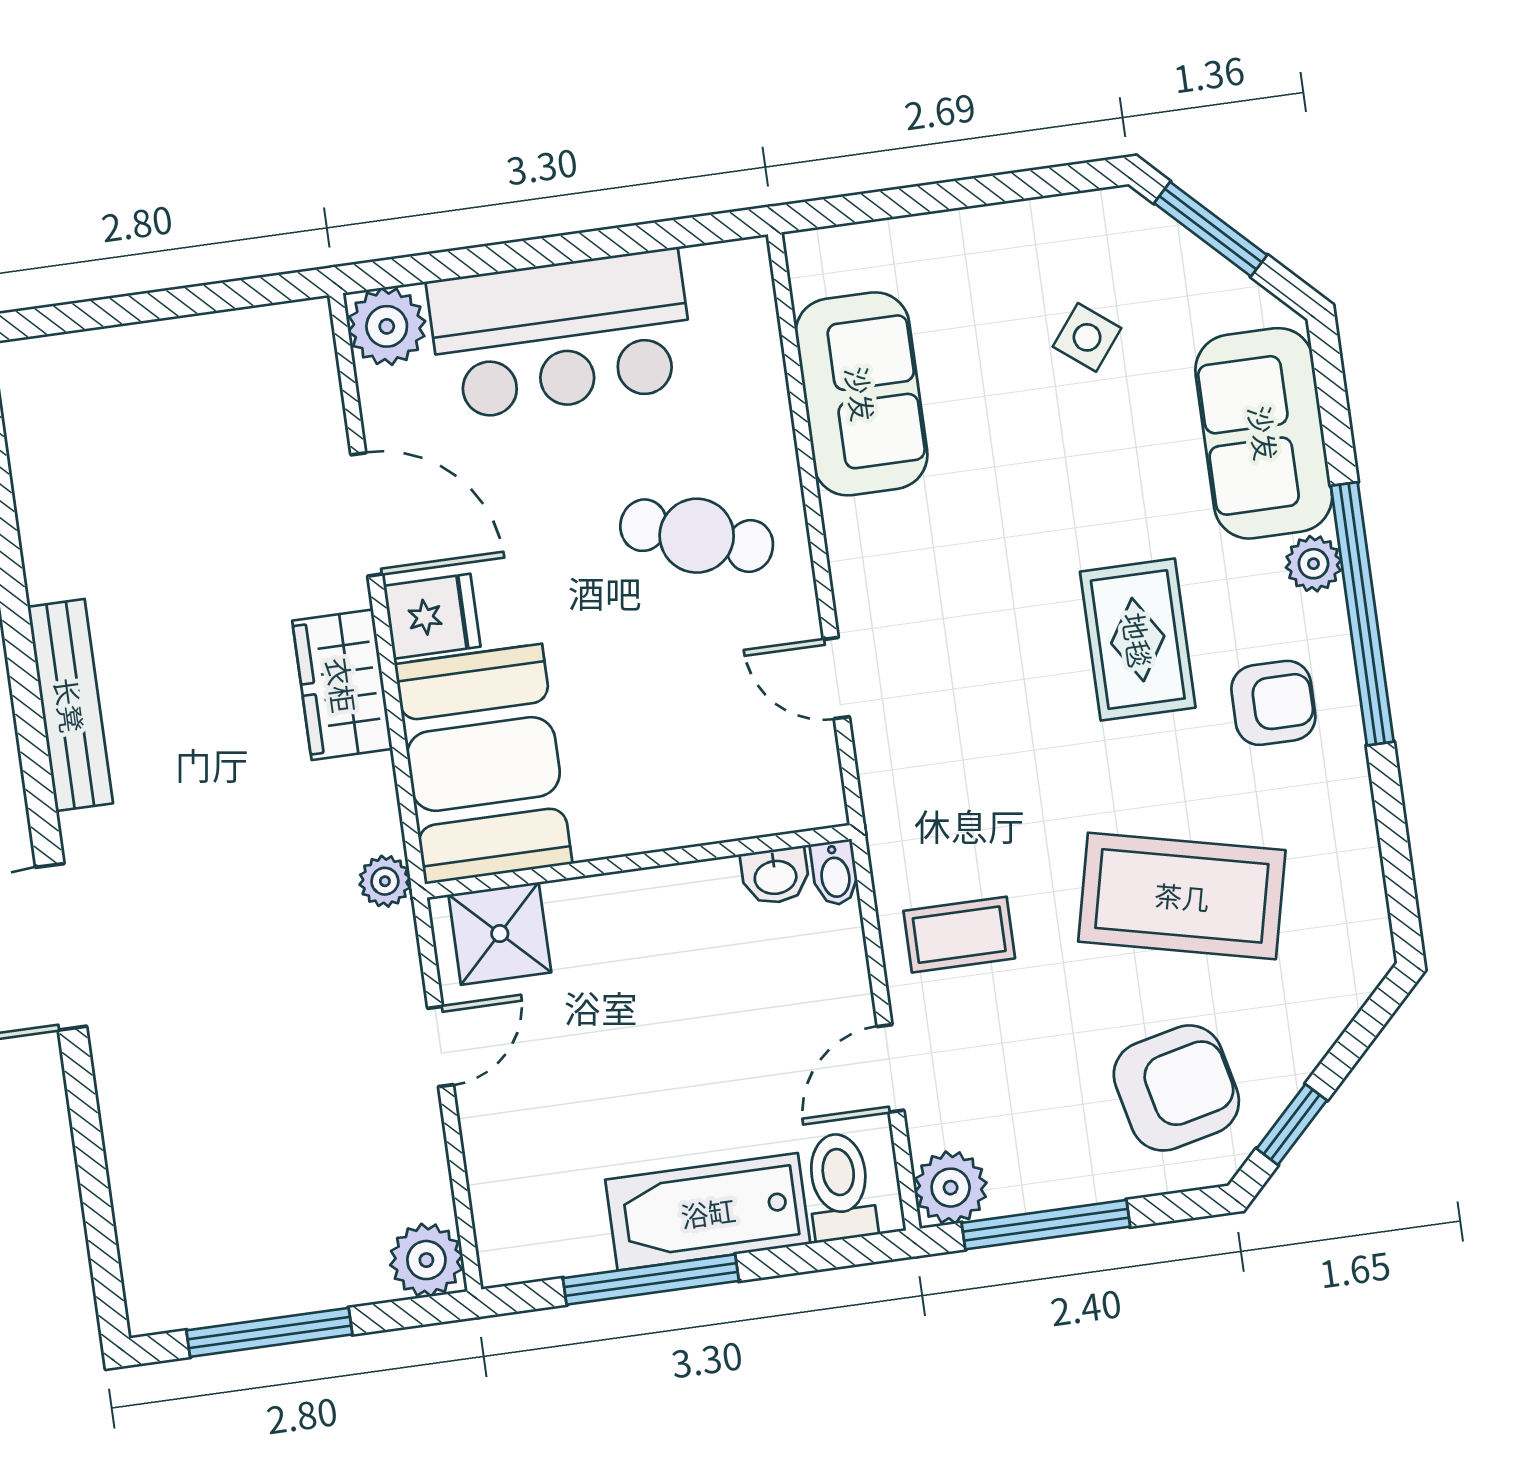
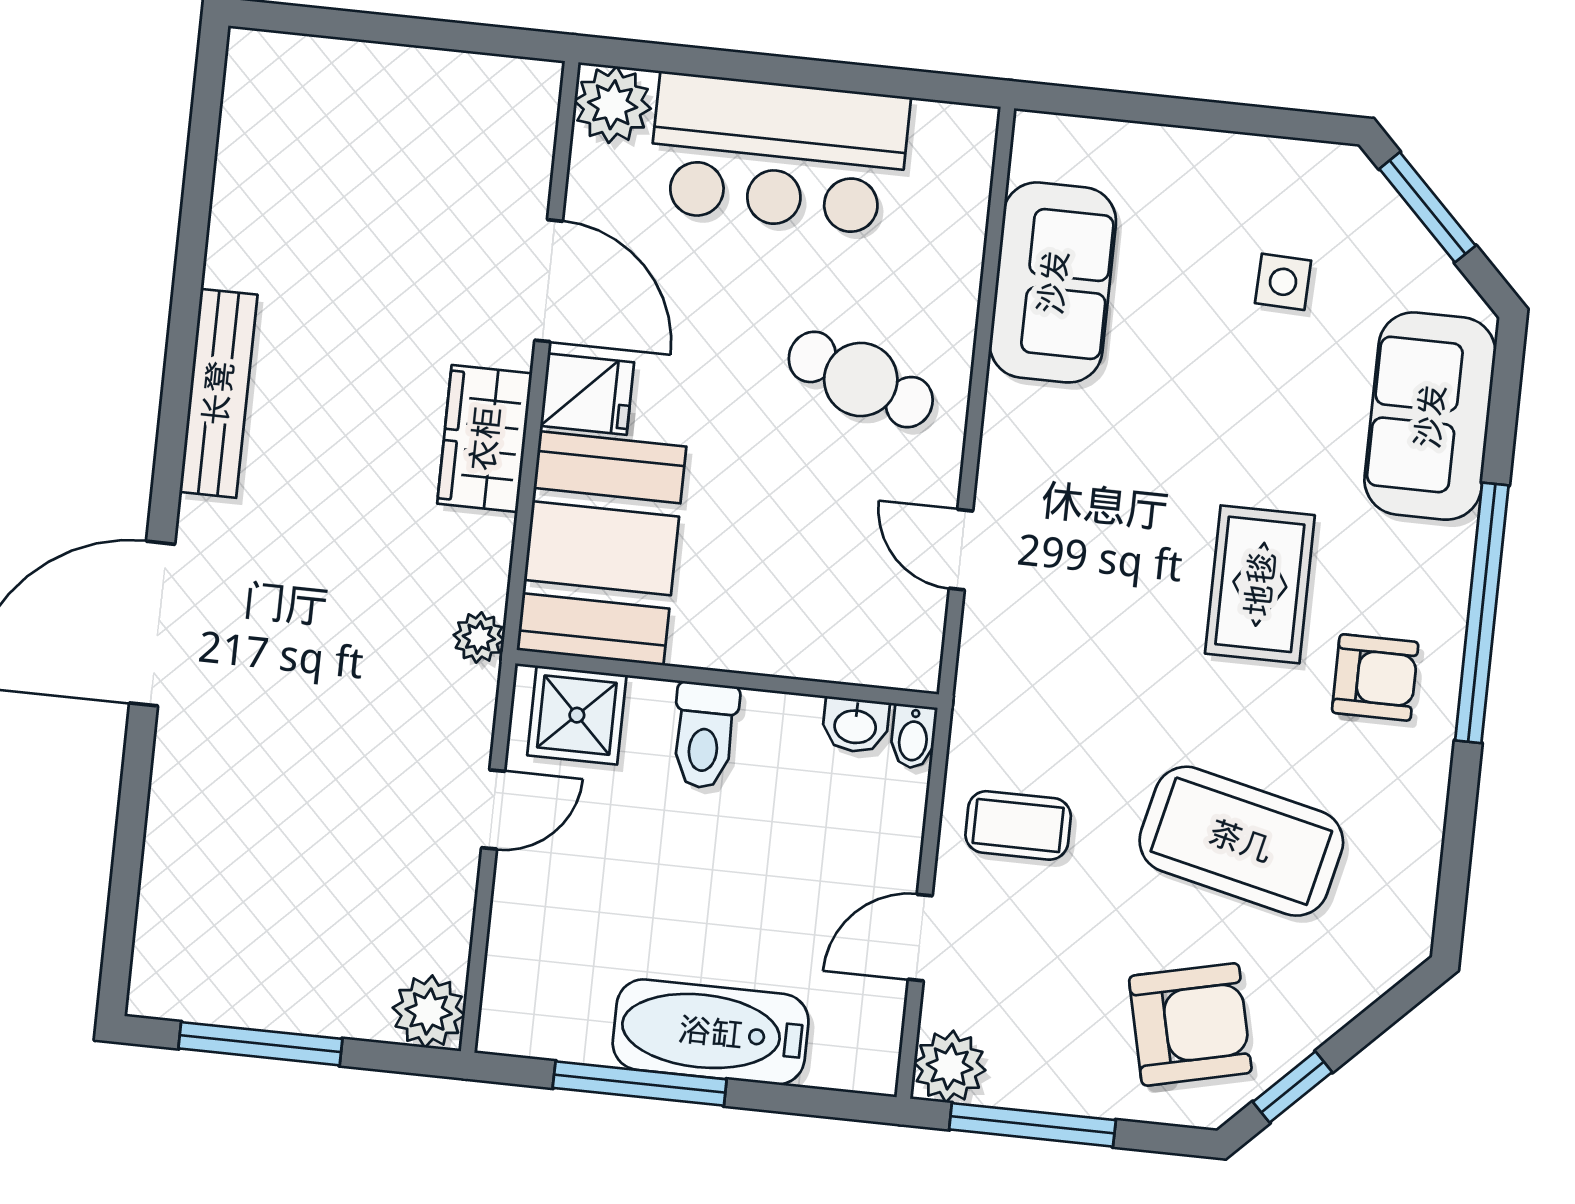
side table: (1087, 337) -> (1283, 282), turned -36
plant: (1313, 564) -> (1447, 553), removed
toilet: (840, 1187) -> (704, 735), moved, turned 180

